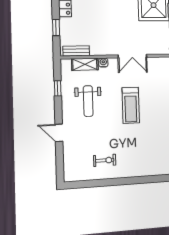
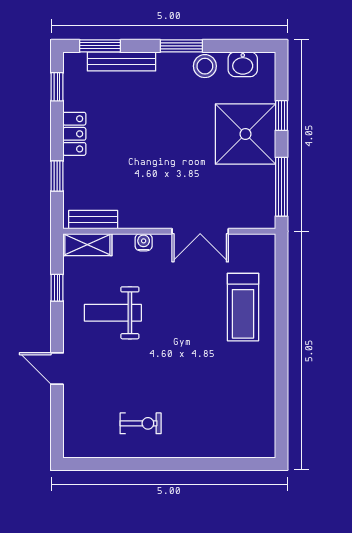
shelving: (85, 64) -> (87, 245), moved
weight bench: (88, 101) -> (113, 313), turned 90
treadmill: (131, 105) -> (243, 307), moved

